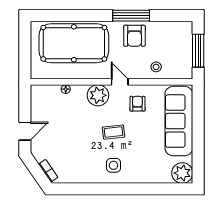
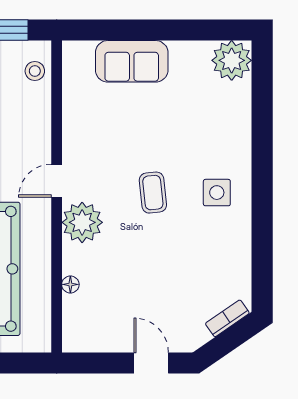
stool: (156, 67) -> (35, 71), moved
armchair: (137, 104) -> (98, 147), removed
sofa: (179, 121) -> (132, 61), width x0.54, depth x0.79

